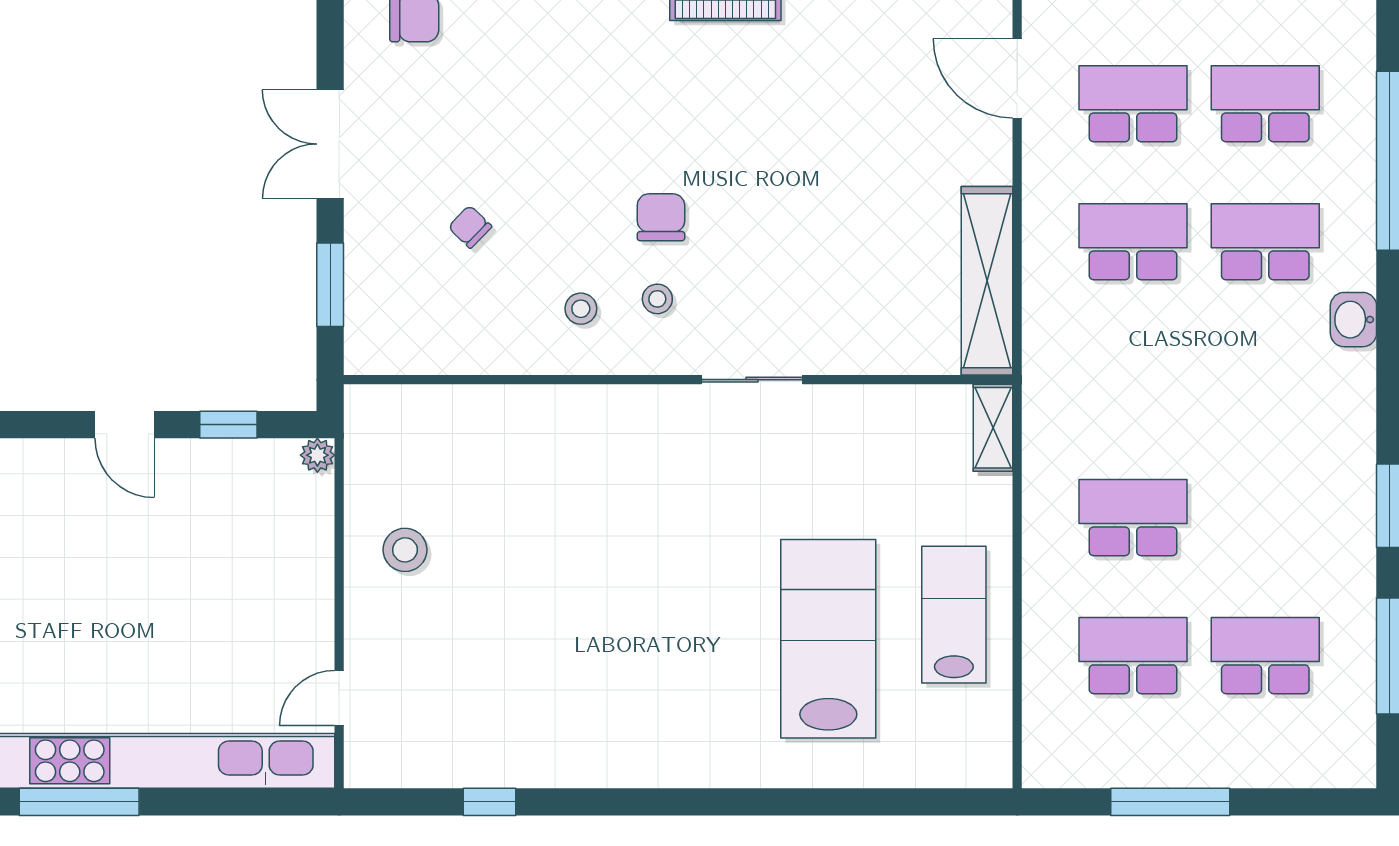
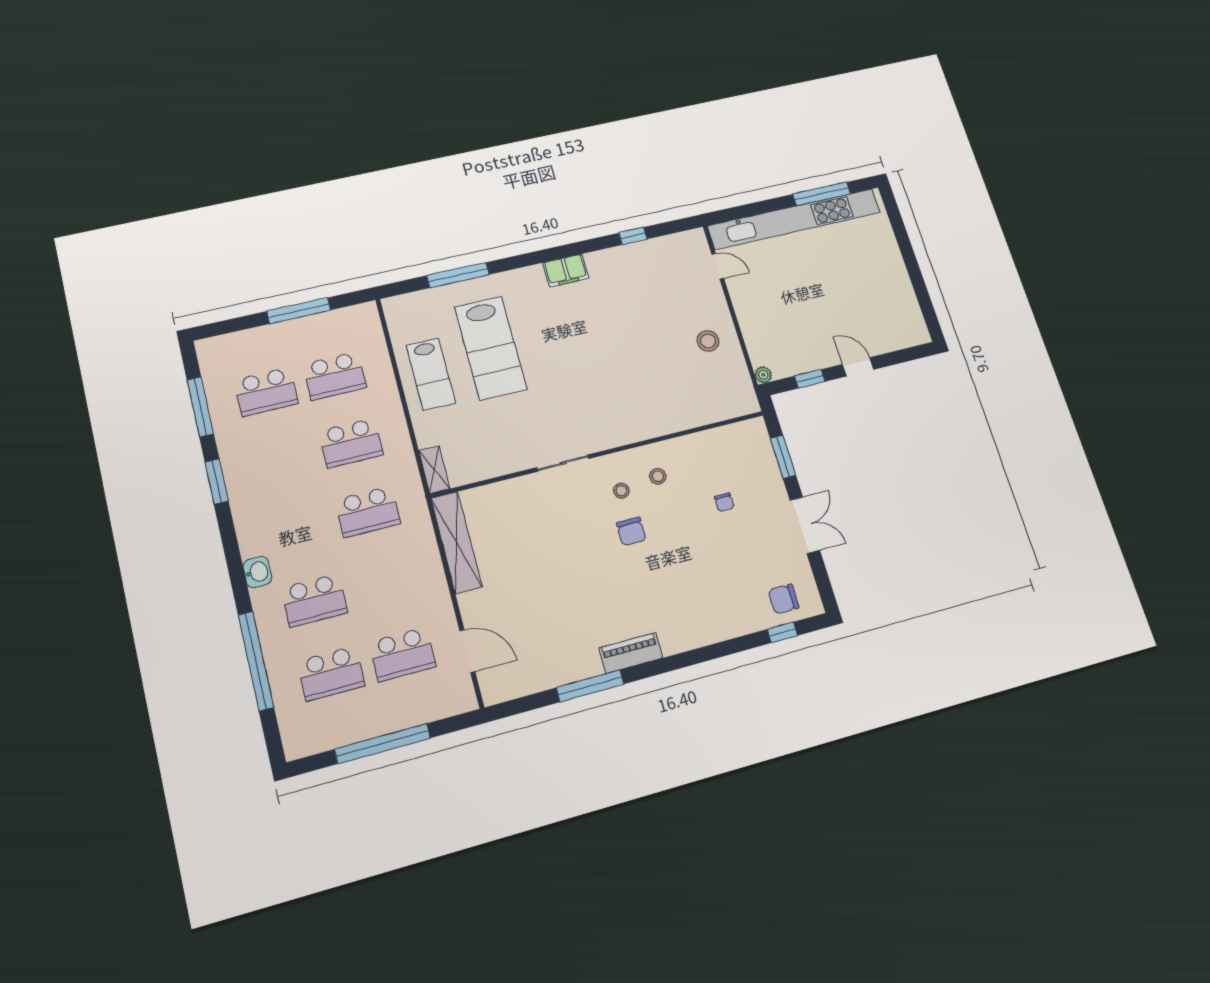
chair: (470, 227) -> (724, 502), turned 46
school desk: (1133, 242) -> (368, 512), moved
door: (339, 698) -> (718, 266), hinge flipped
filing cabinet: (642, 761) -> (566, 270), added
window: (853, 802) -> (458, 275), added

